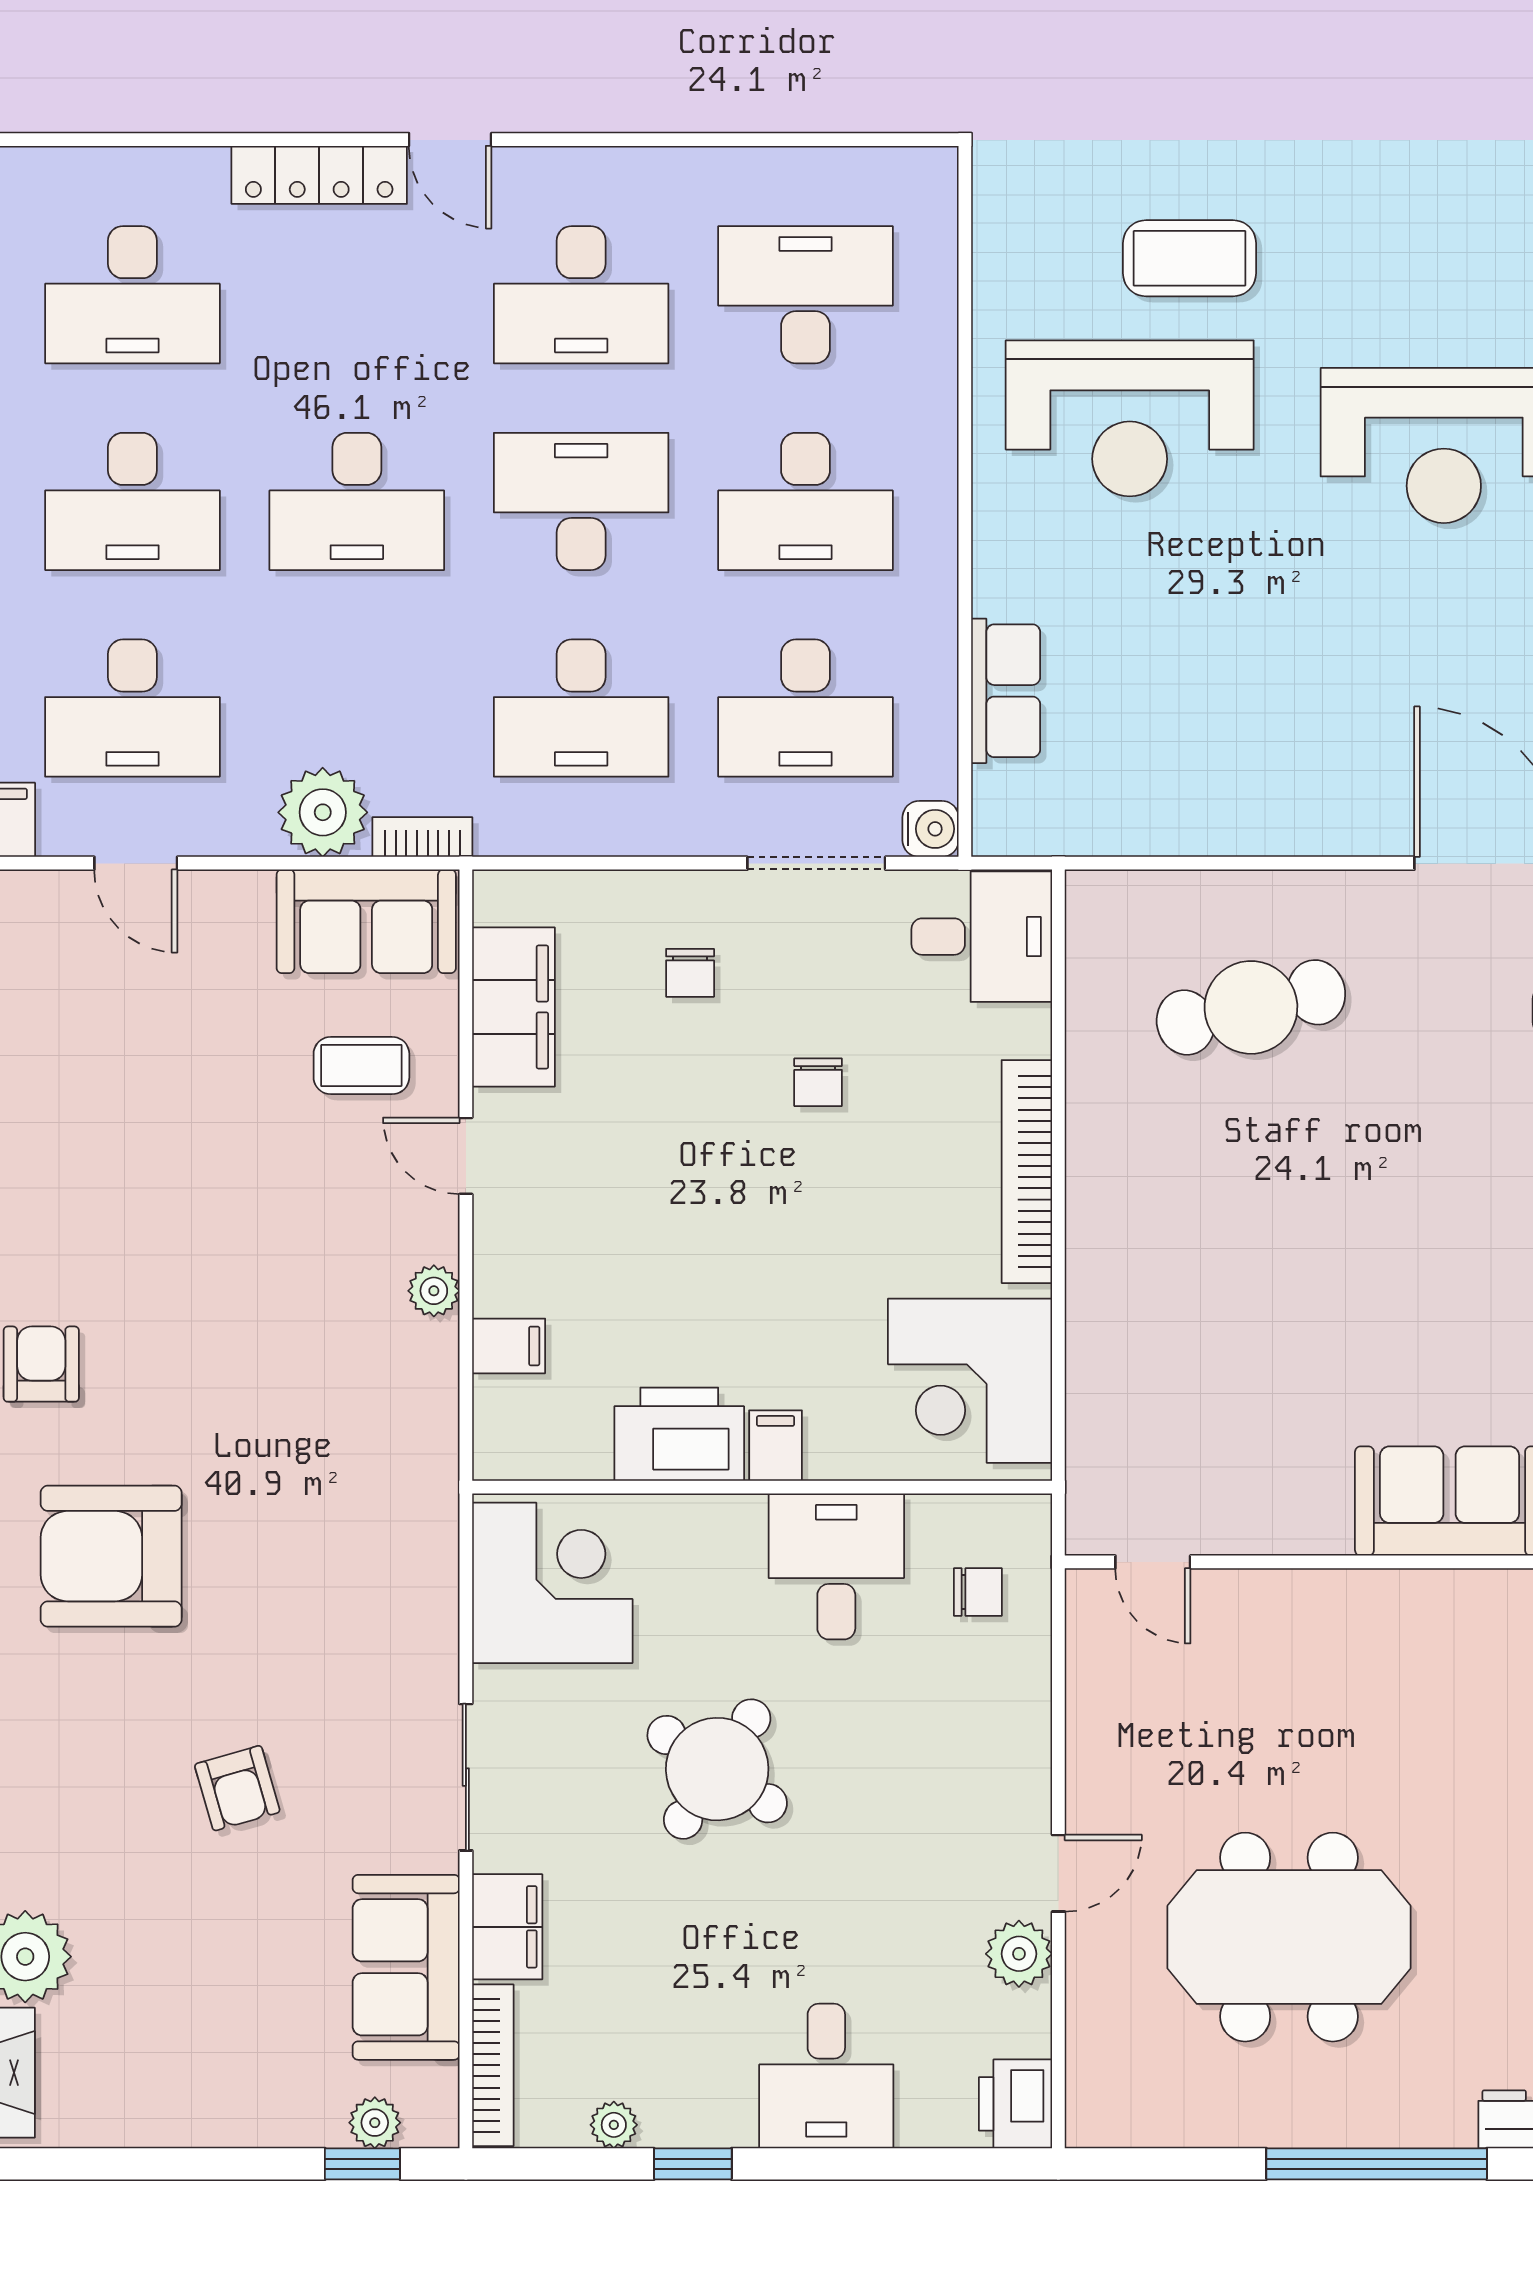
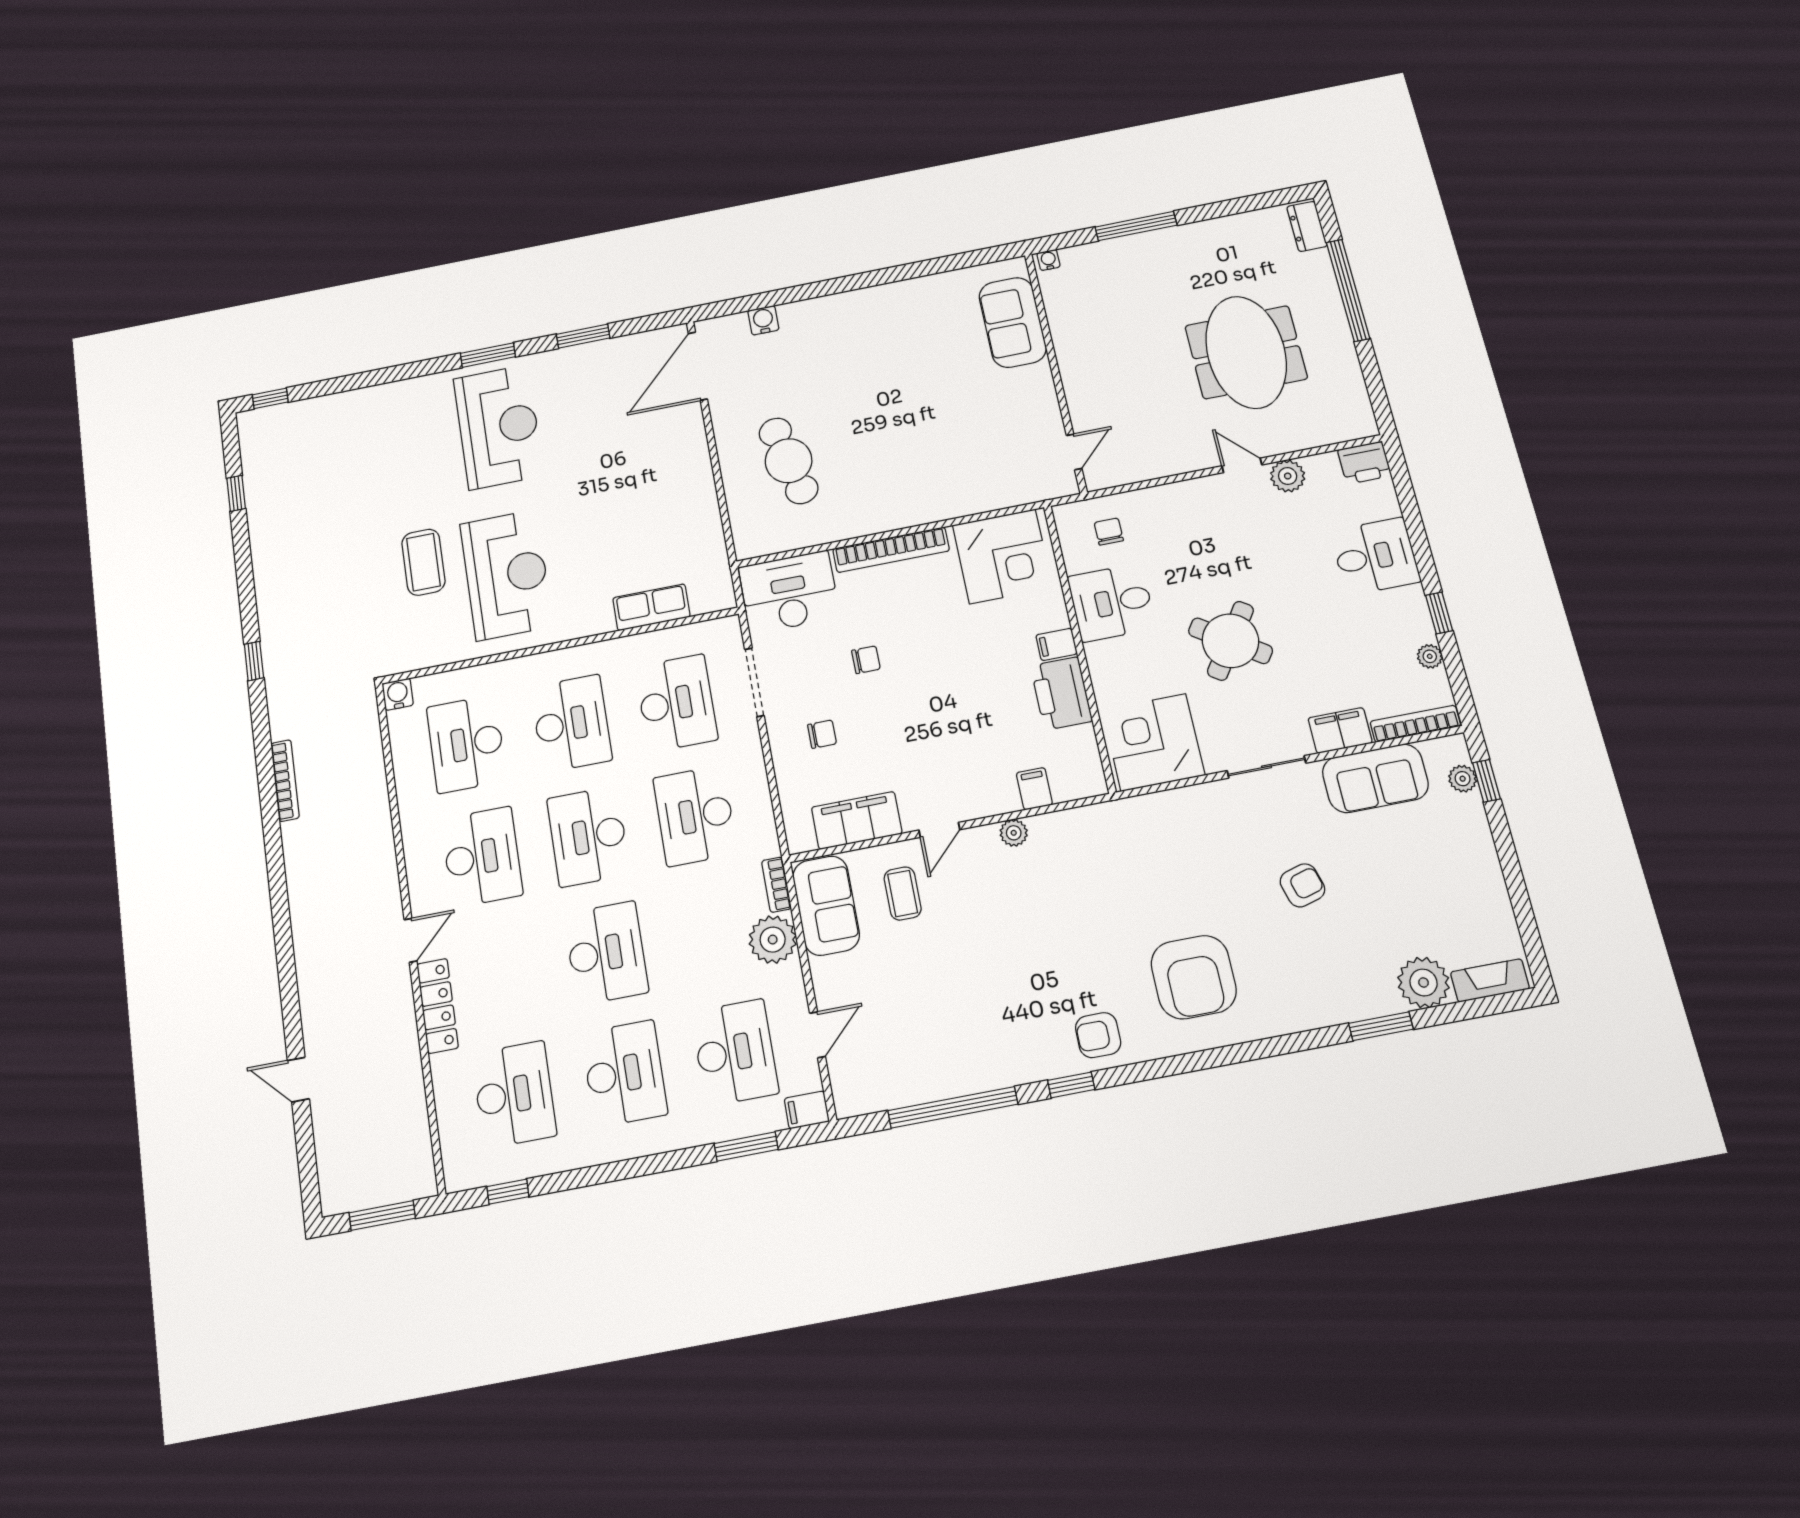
desk: (581, 708) -> (695, 816), turned 180
water cooler: (931, 829) -> (398, 694), moved
desk: (982, 937) -> (789, 592), width x1.37

